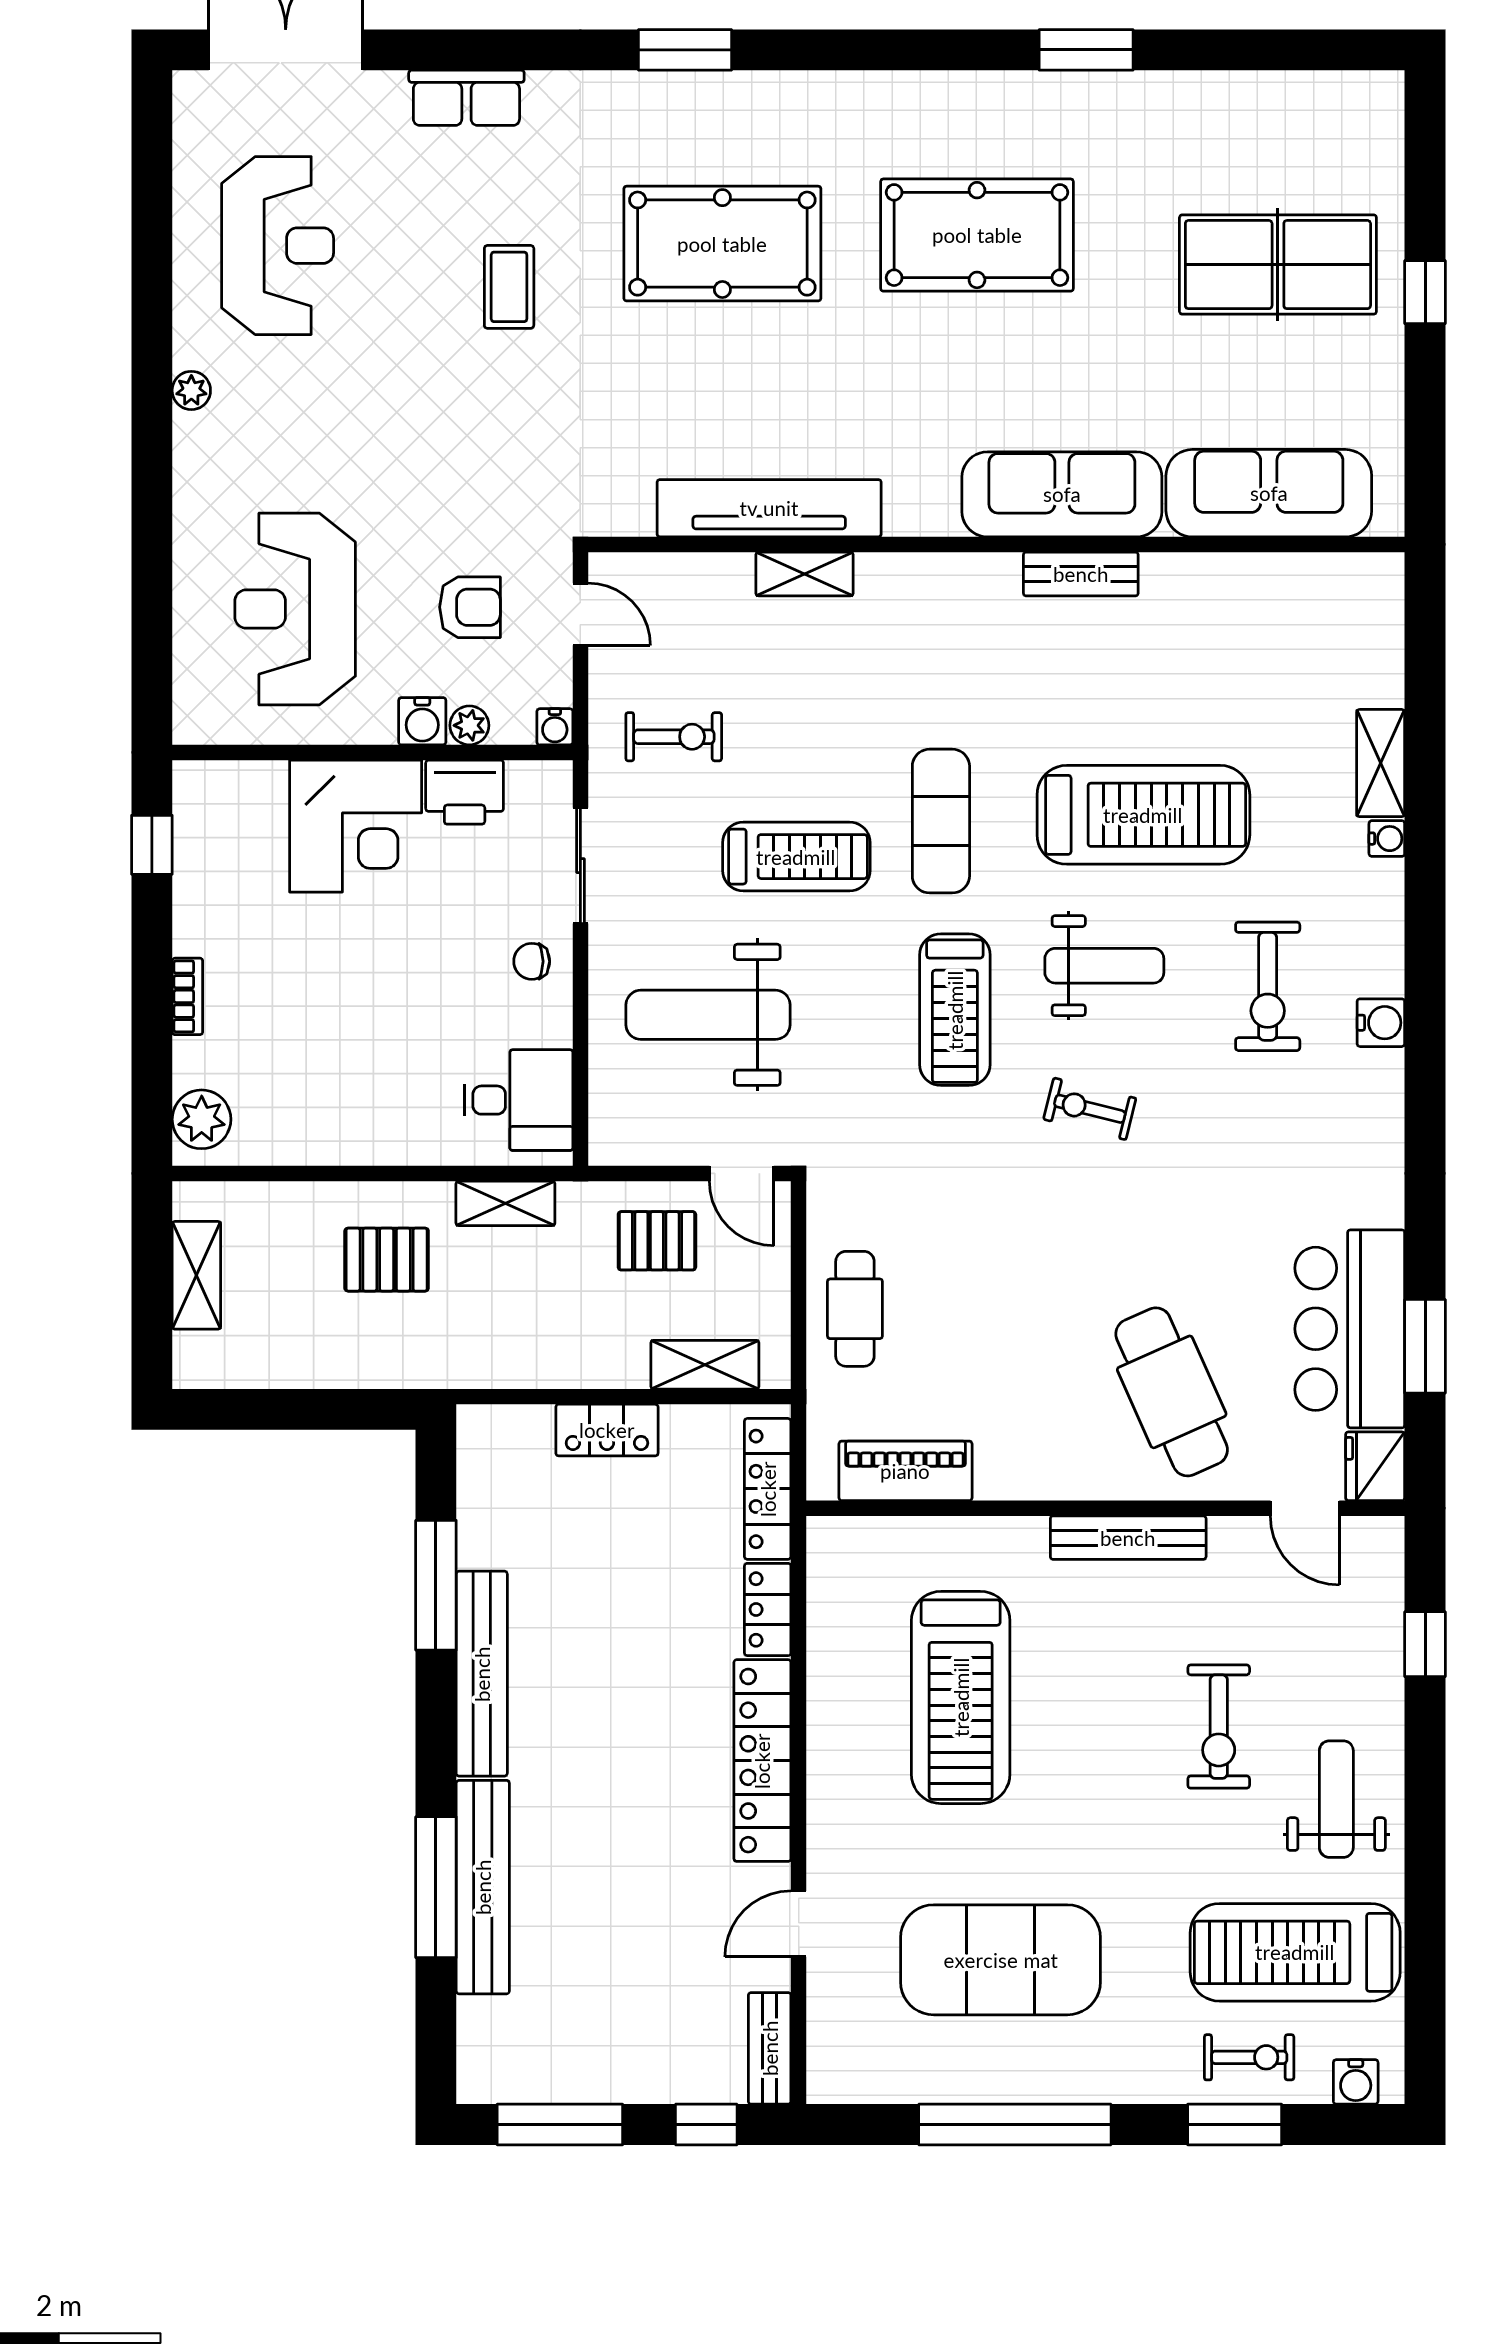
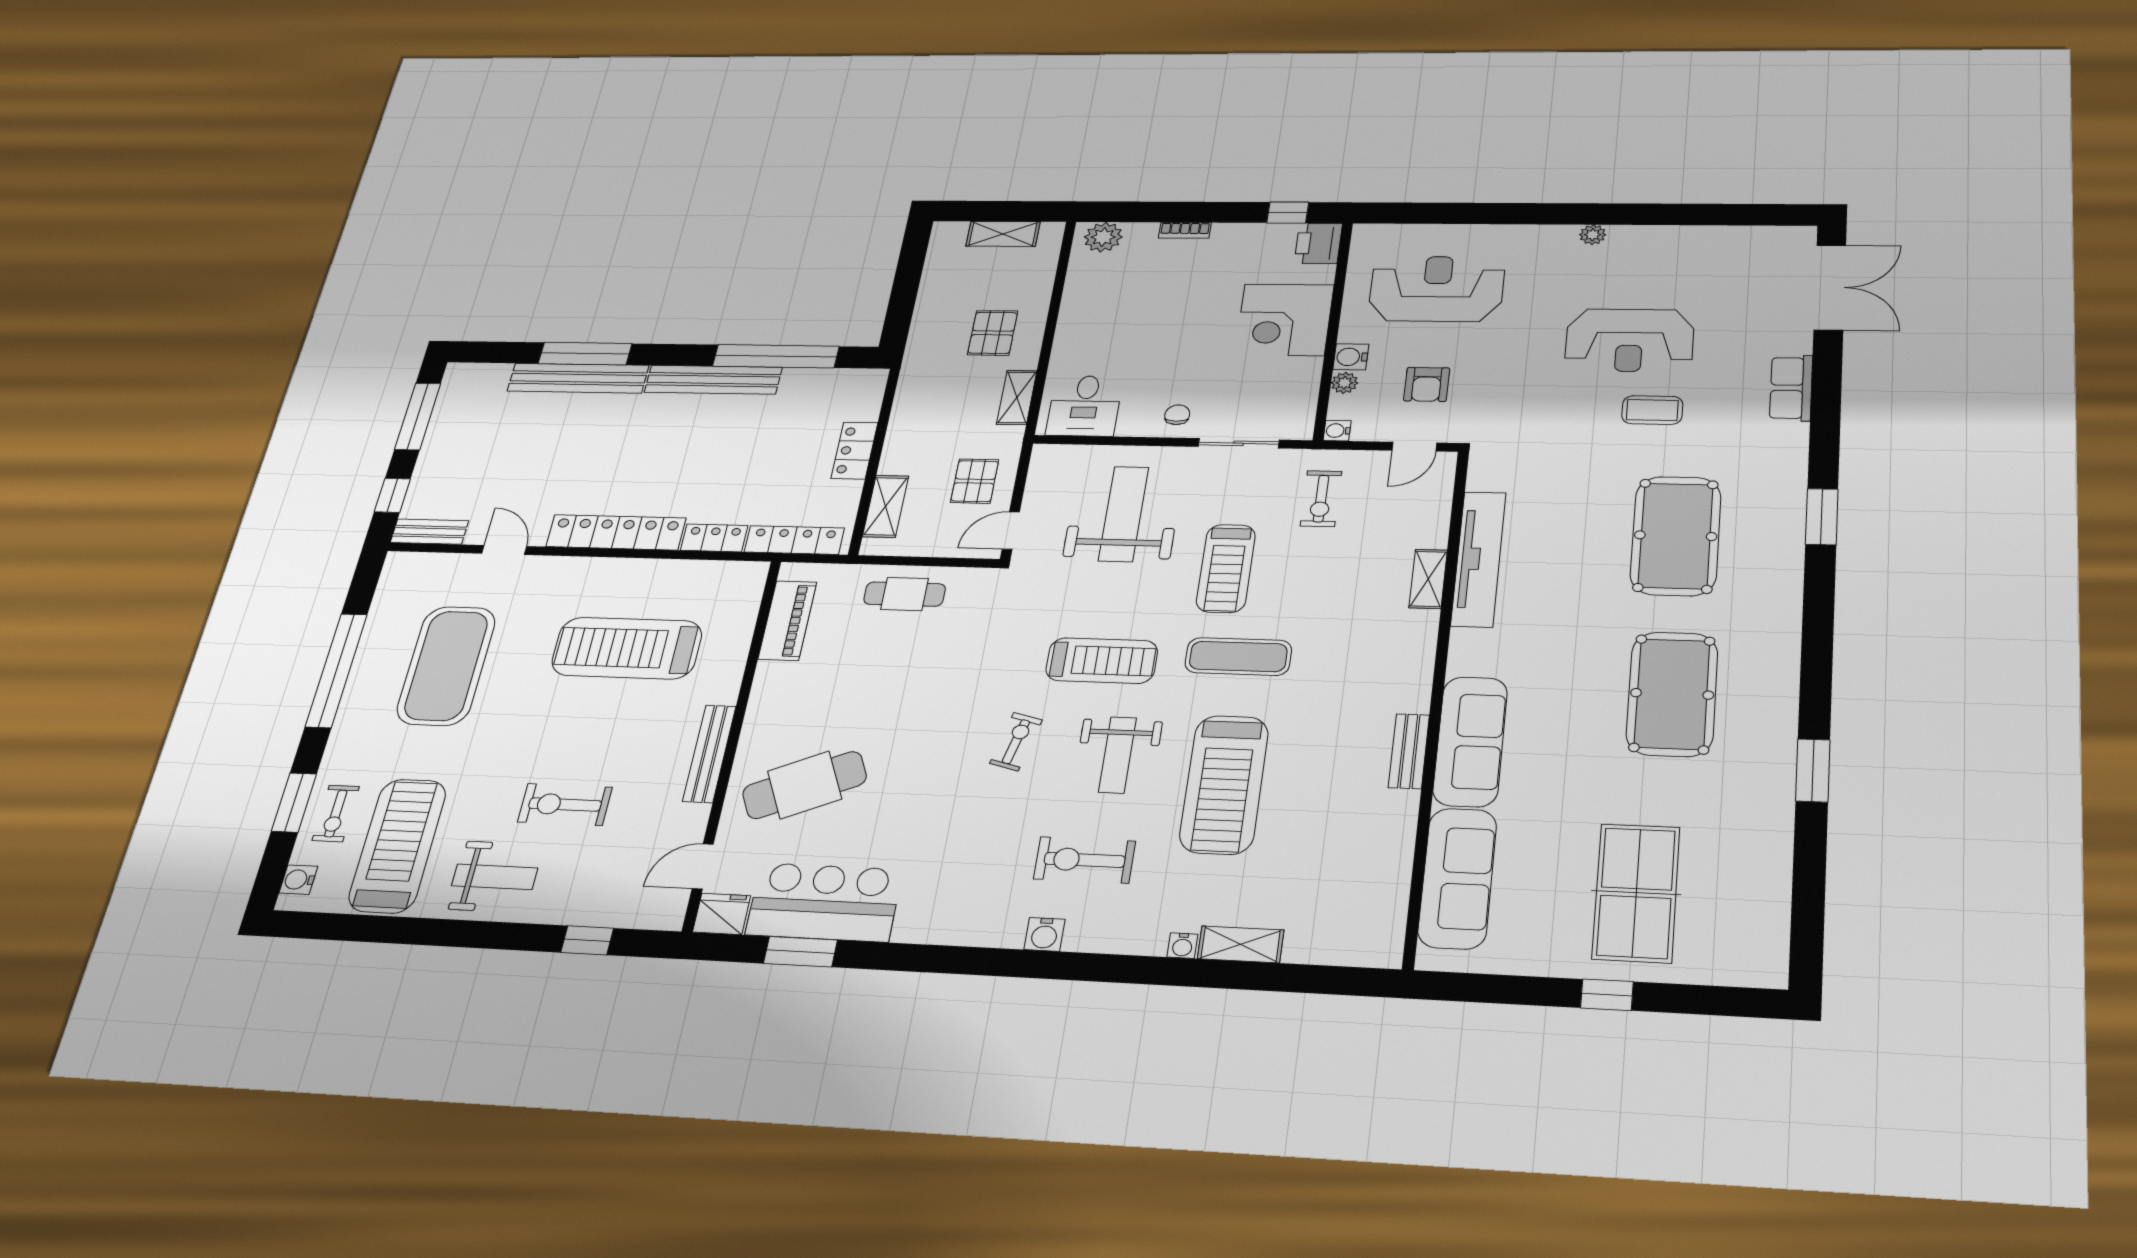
reception desk: (278, 246) -> (1629, 340), moved
printer: (465, 792) -> (1318, 243), moved
treadmill: (955, 1010) -> (1102, 661), turned 180
window: (436, 1585) -> (776, 356), width x1.46

